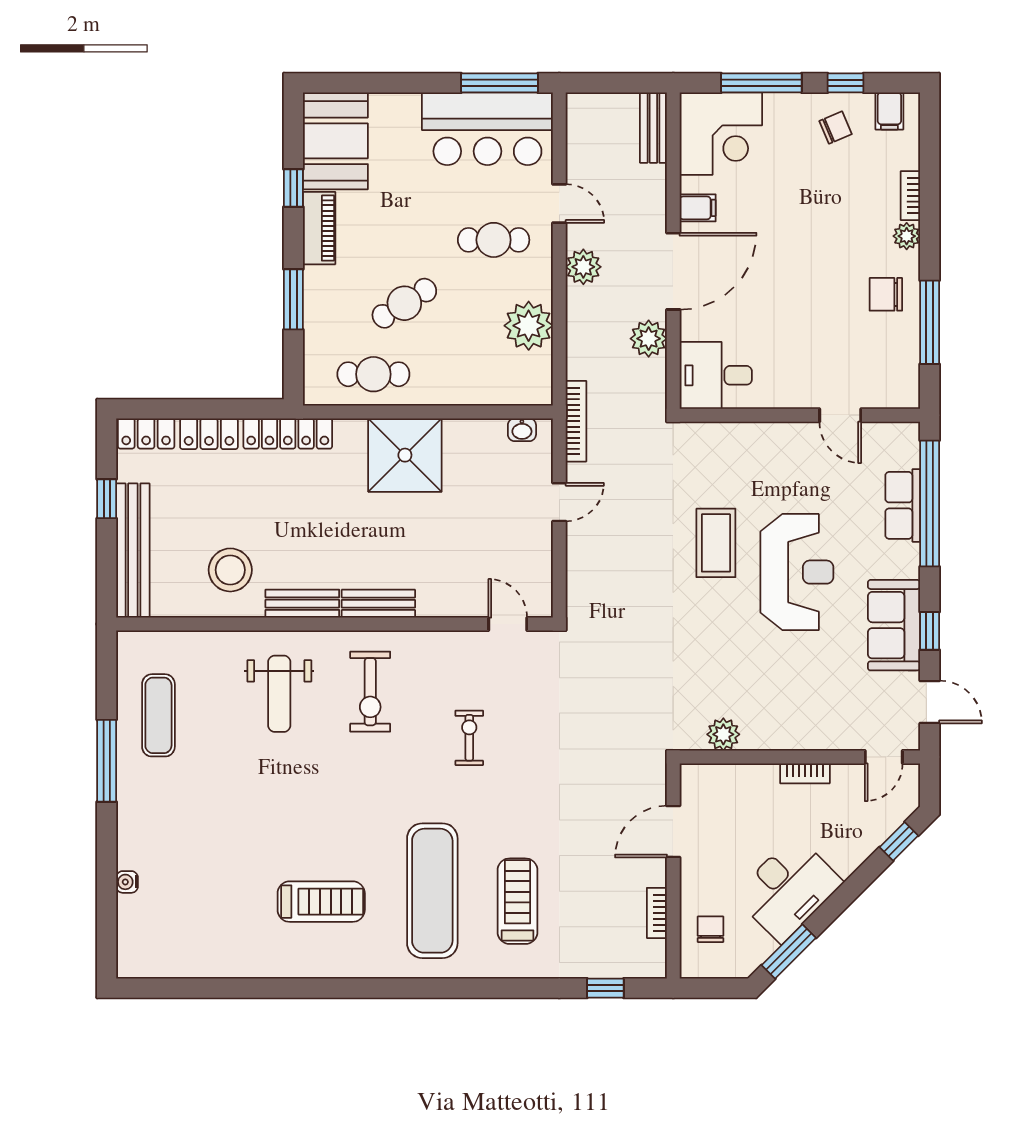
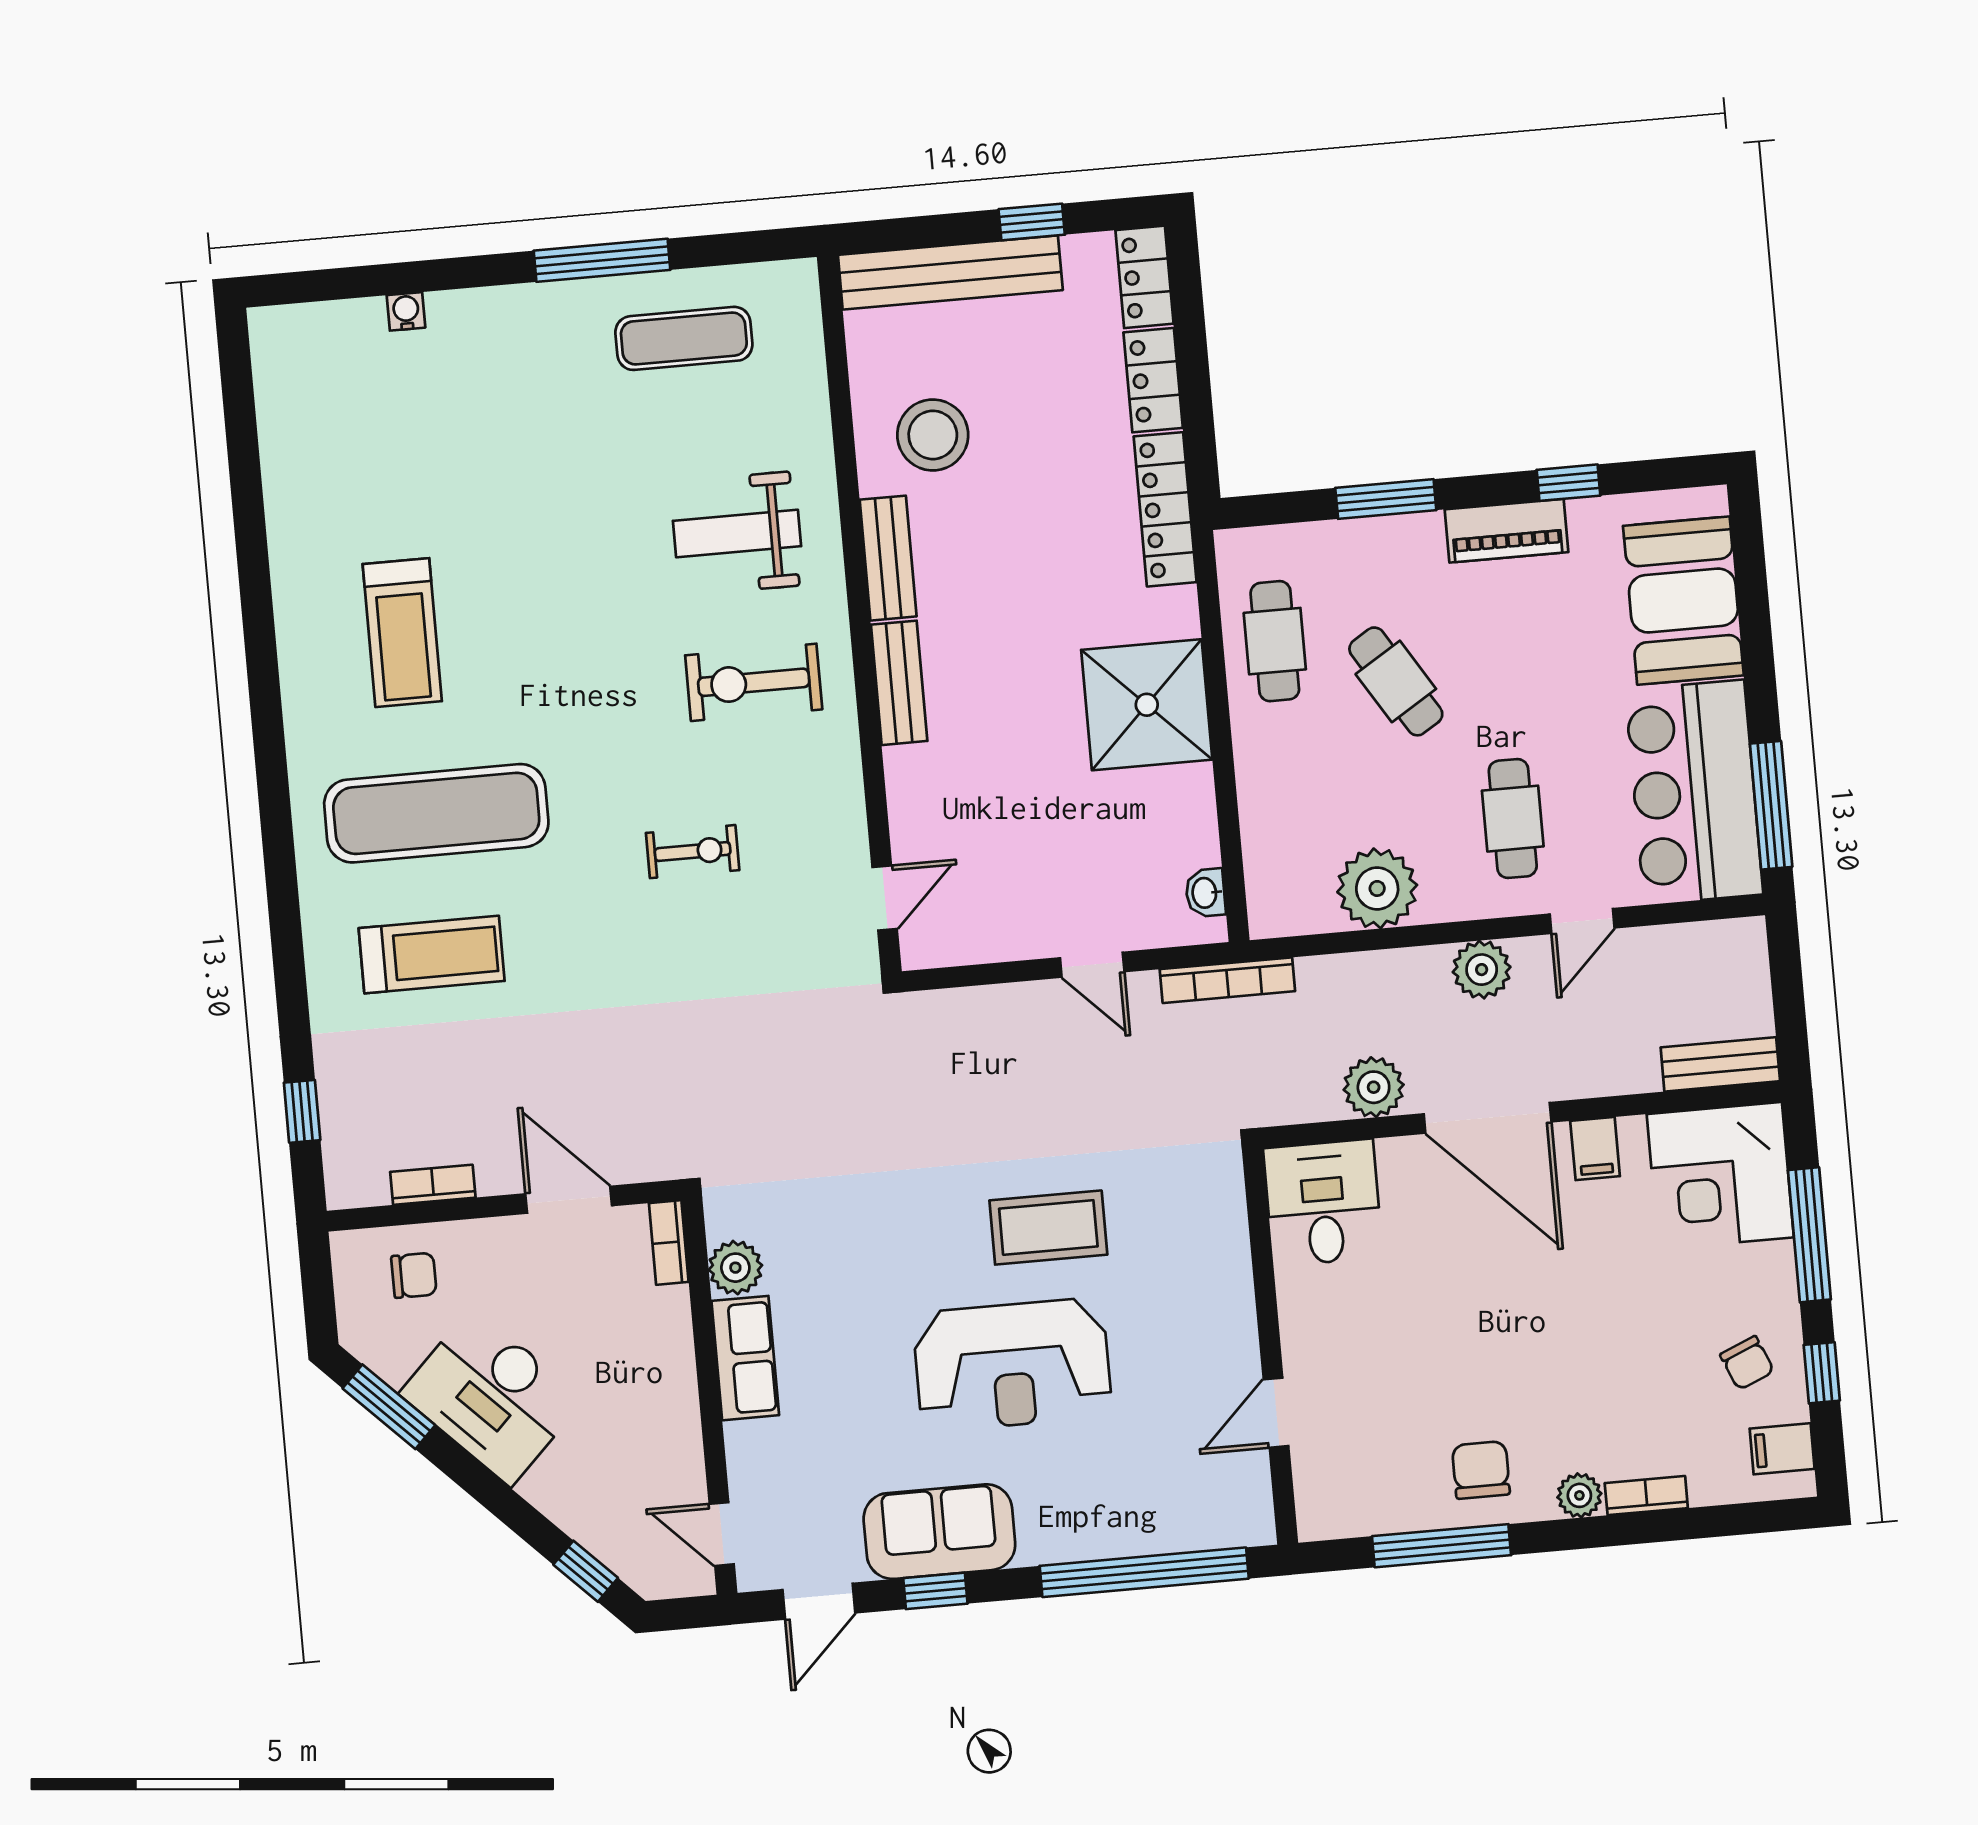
booth: (335, 141) -> (1683, 601), moved, turned 90
row of seats: (903, 505) -> (745, 1358), moved, turned 90
bookcase: (805, 773) -> (669, 1242), moved

